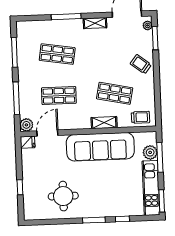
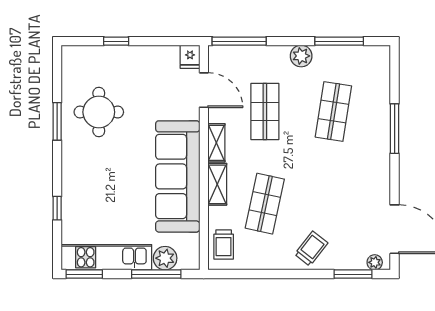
shelving: (95, 23) -> (216, 143), moved
window: (16, 98) -> (239, 41), moved
plant: (26, 125) -> (301, 56), moved
window: (94, 220) -> (57, 121), moved

